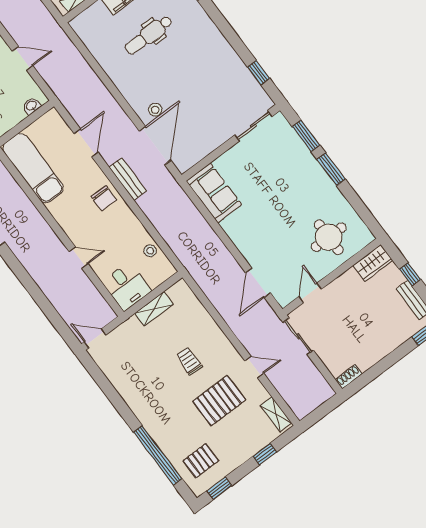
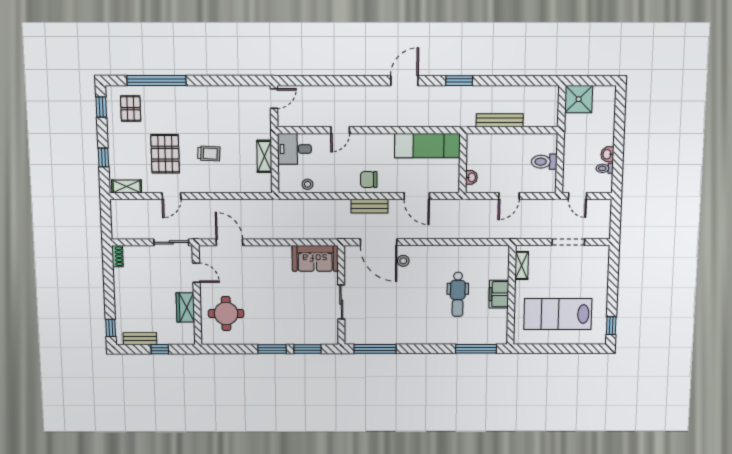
dental chair: (149, 35) -> (458, 294), turned 180
window: (259, 73) -> (375, 349), width x2.17
sliding door: (253, 126) -> (341, 302), moved
wardrobe: (373, 263) -> (185, 307), moved

